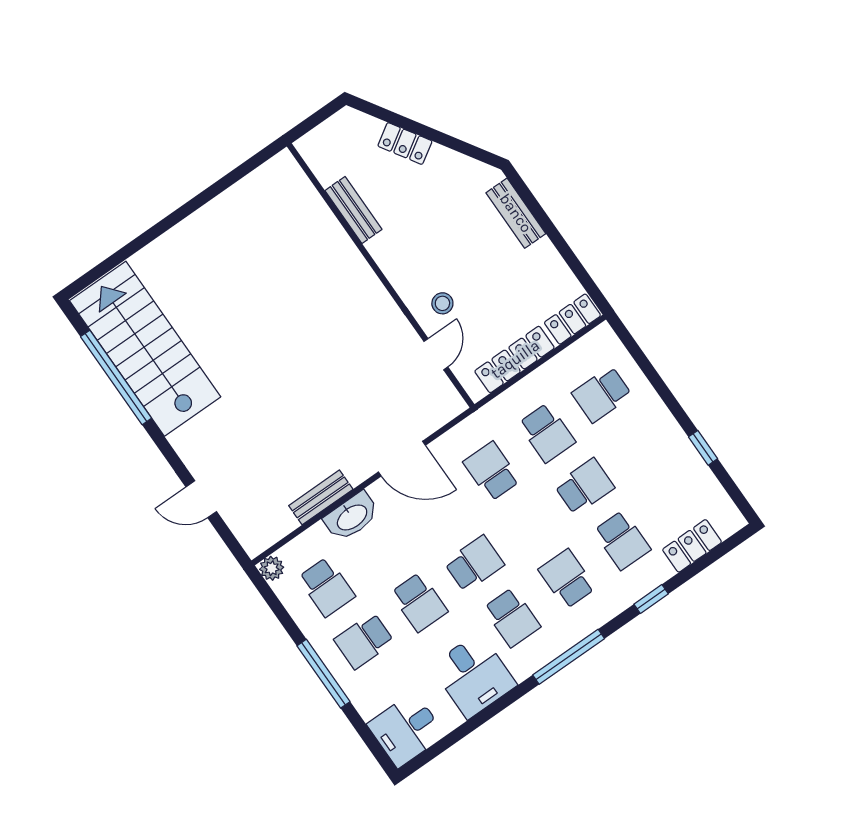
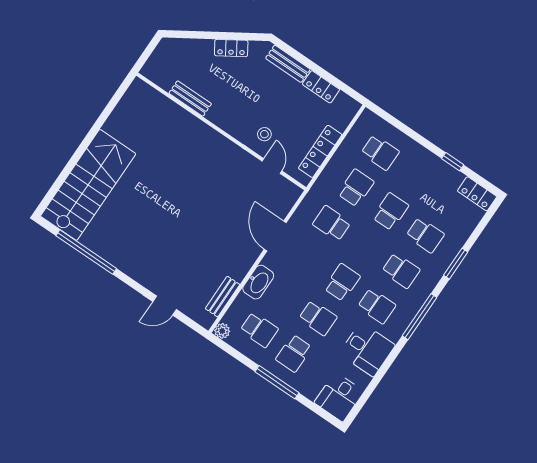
locker: (405, 144) -> (231, 48), moved
locker: (572, 319) -> (321, 87), moved, turned -90
stairs: (145, 349) -> (88, 185), moved, turned 90
school desk: (602, 394) -> (380, 152), turned -90
school desk: (547, 433) -> (356, 188), turned -90
door: (402, 459) -> (275, 236), swing flipped
bench: (321, 497) -> (223, 297), moved
locker: (692, 546) -> (477, 194), moved, turned -90
school desk: (567, 579) -> (401, 271), turned 180
window: (651, 599) -> (456, 264), width x1.50

